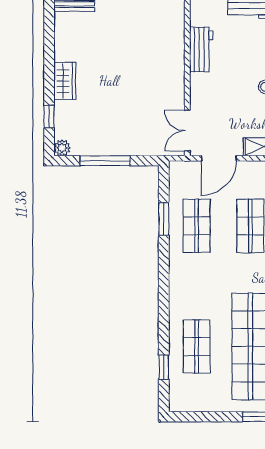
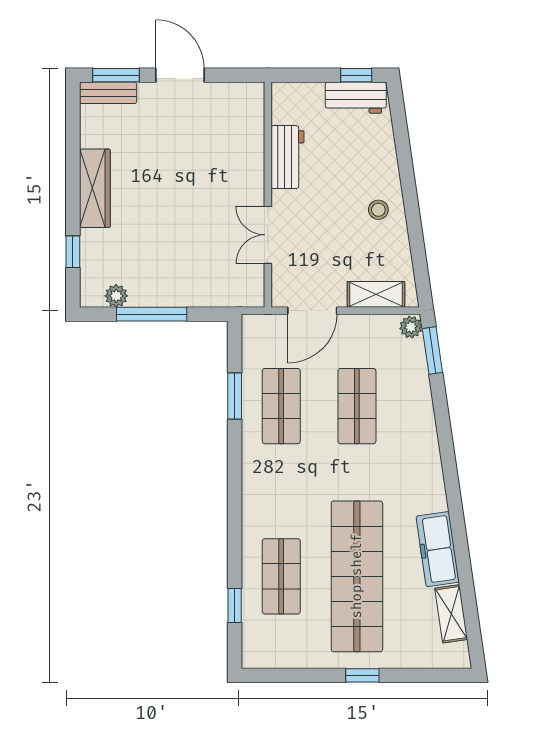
wardrobe: (65, 81) -> (95, 188), width x1.50
double door: (187, 131) -> (268, 235), moved
plant: (62, 148) -> (116, 296), moved

